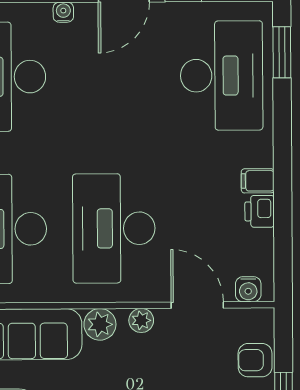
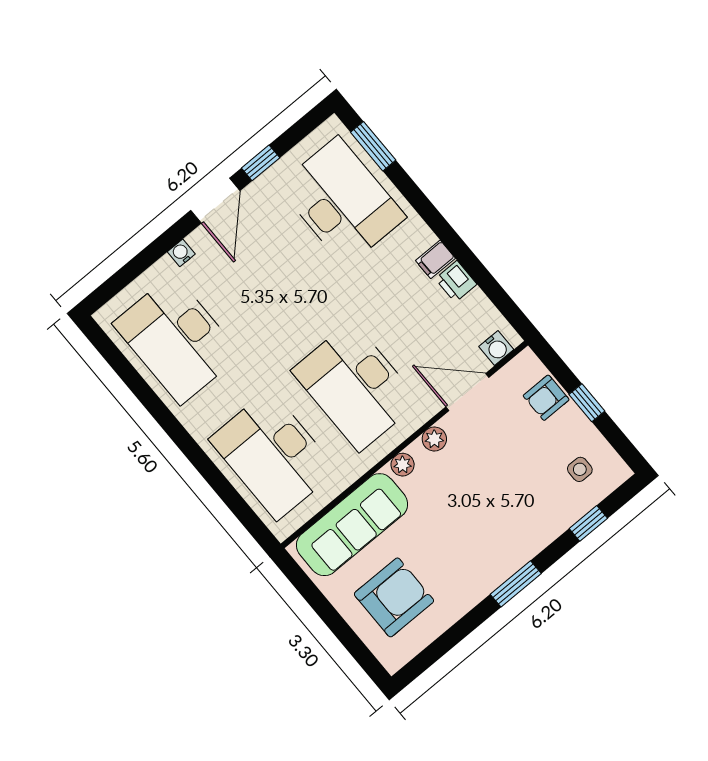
plant: (100, 324) -> (403, 465), width x0.73, depth x0.73

